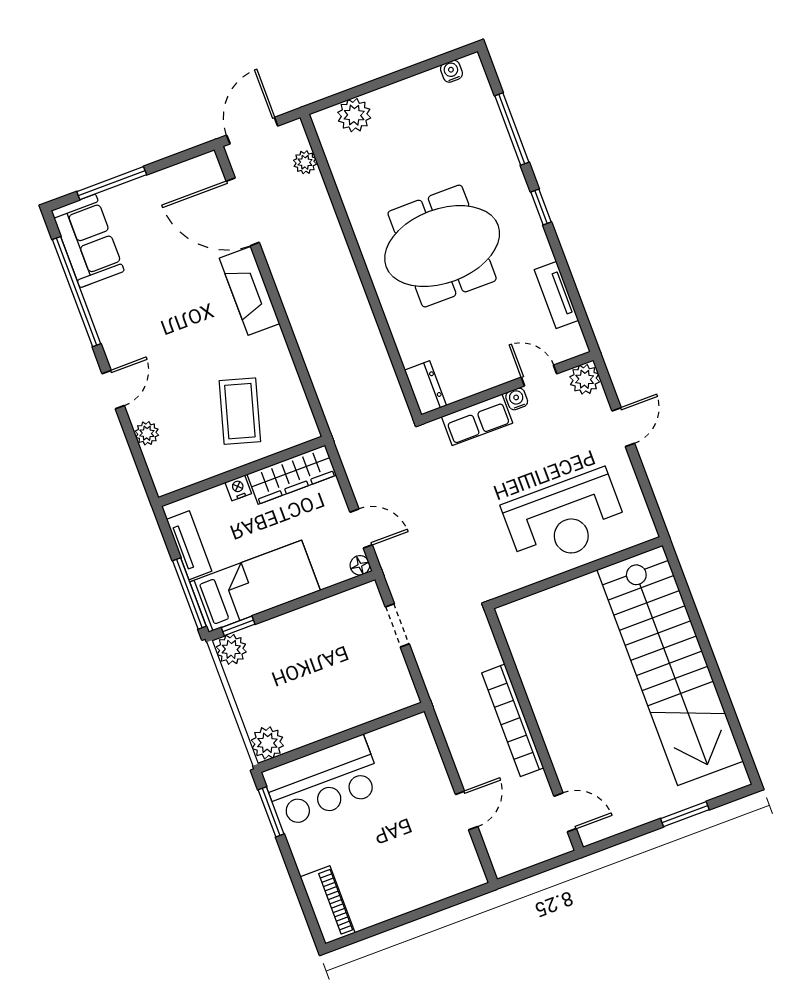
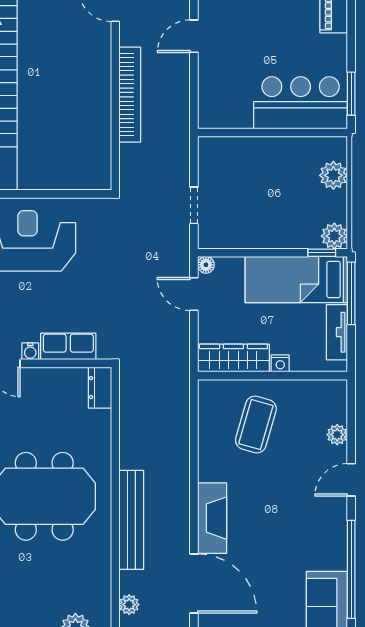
bench: (337, 256) -> (131, 520), added
plant: (267, 743) -> (333, 175), moved

